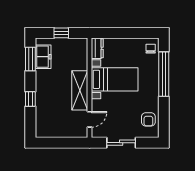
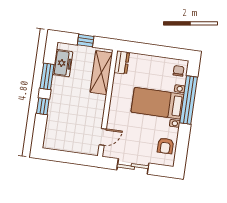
window: (30, 59) -> (47, 76), moved
bed with nightstands: (115, 79) -> (158, 103), moved, turned 180
shelving: (80, 90) -> (101, 73), moved

